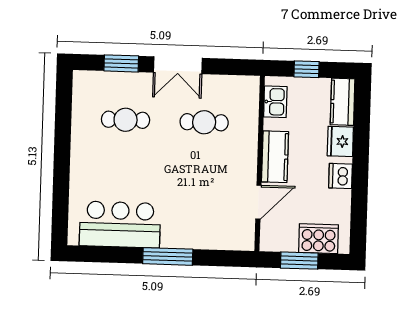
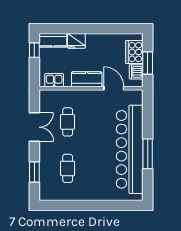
double door: (178, 65) -> (34, 127), moved
window: (307, 69) -> (34, 50), moved
dishwasher: (340, 176) -> (136, 72), moved, turned 90
bar counter: (120, 224) -> (130, 149), width x1.86
window: (168, 256) -> (148, 154), moved

